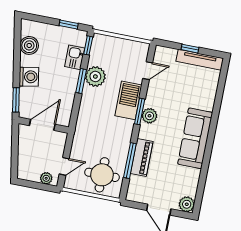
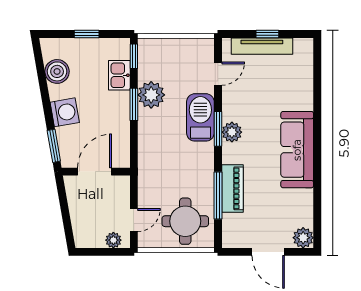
window: (69, 25) -> (87, 34), moved
tv unit: (200, 60) -> (262, 46), moved

